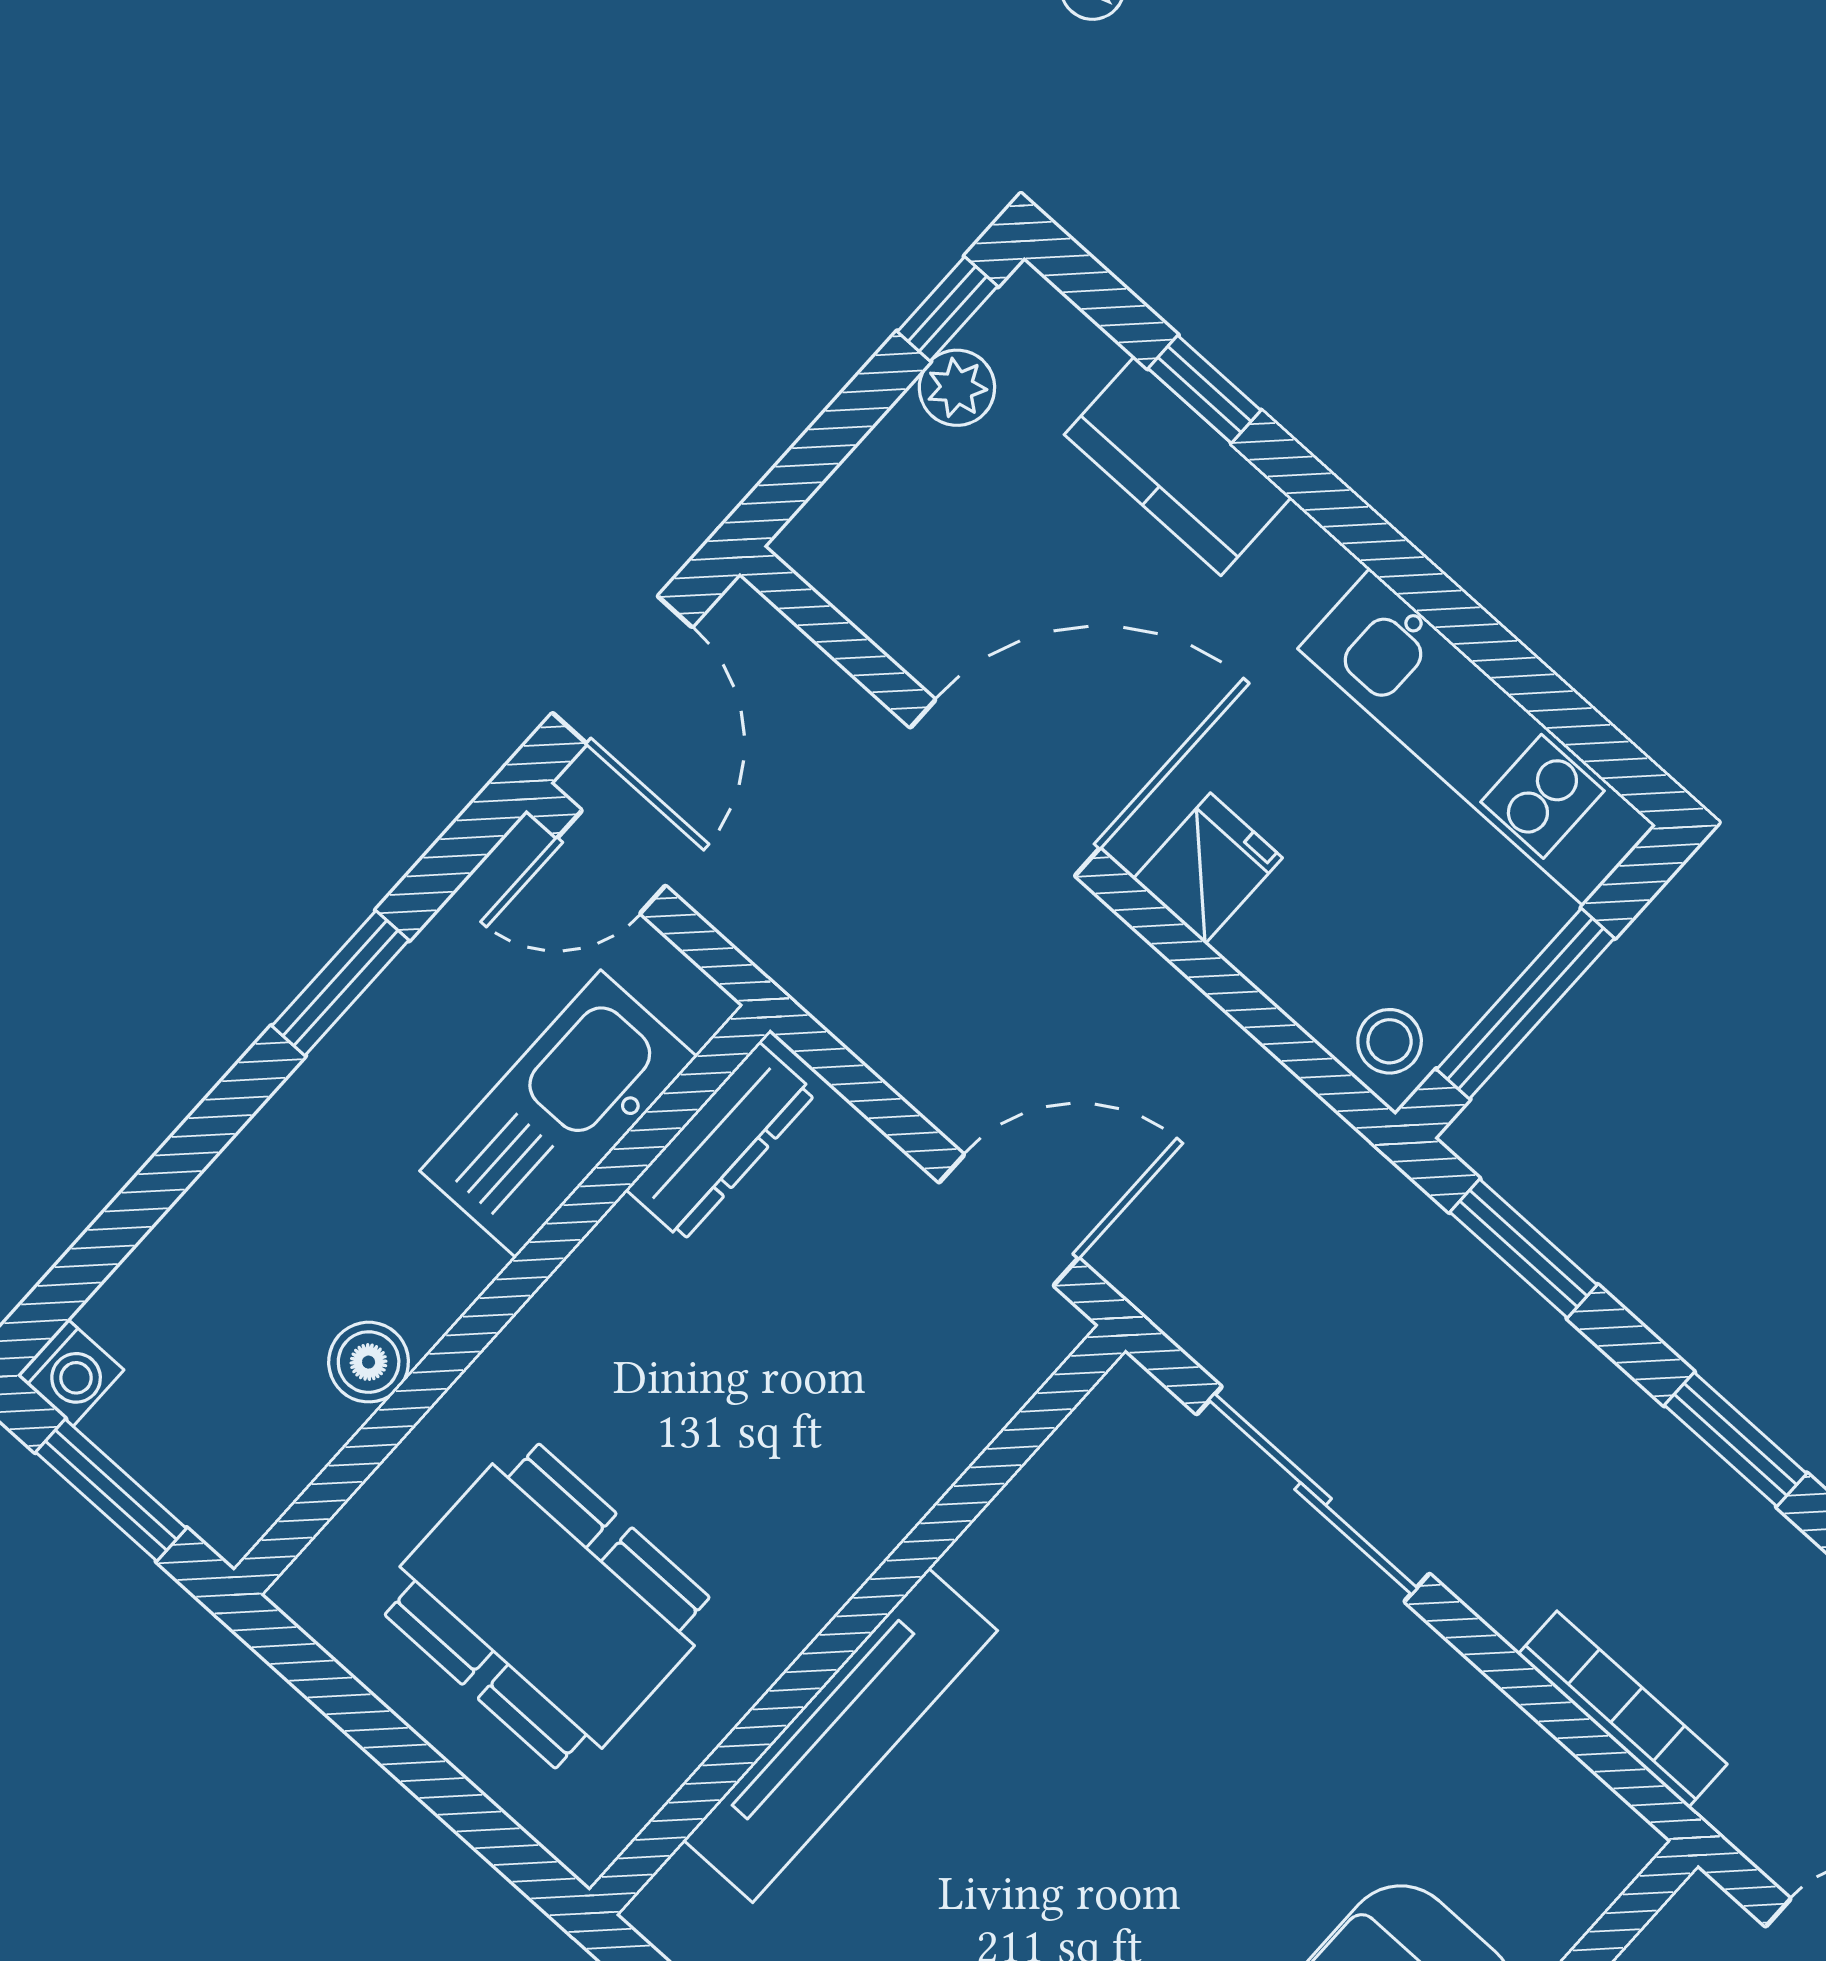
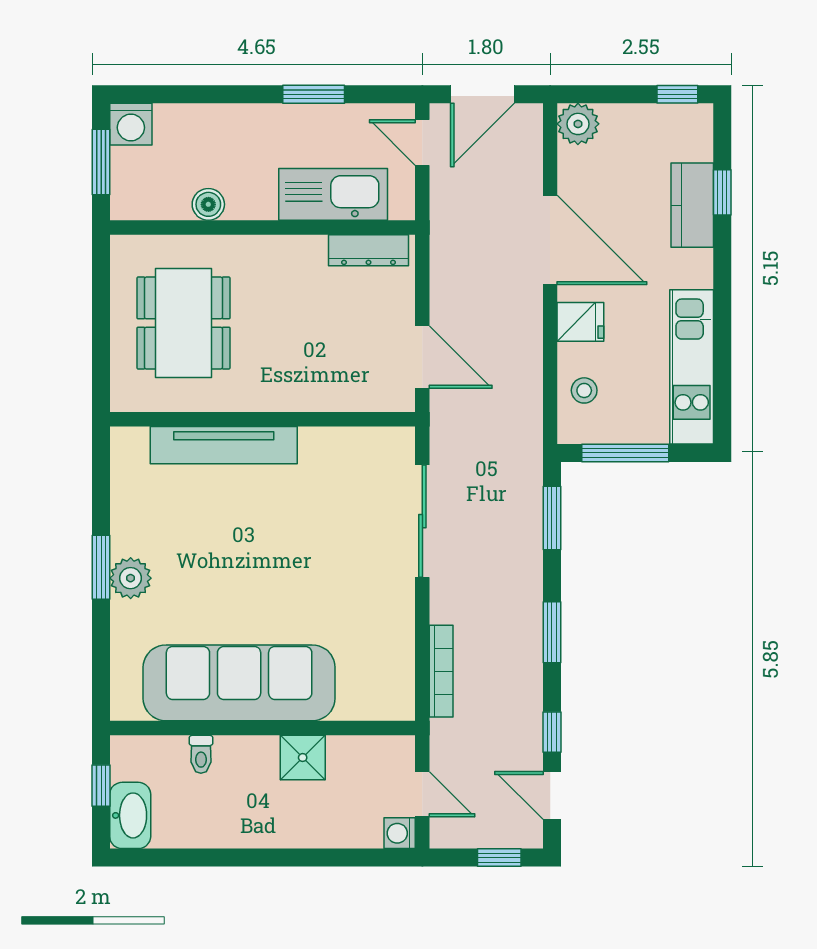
plant: (957, 388) -> (578, 124), moved, width x1.38, depth x1.38
stool: (1390, 1041) -> (584, 390), moved
washing machine: (70, 1373) -> (131, 124), width x1.38, depth x1.38

